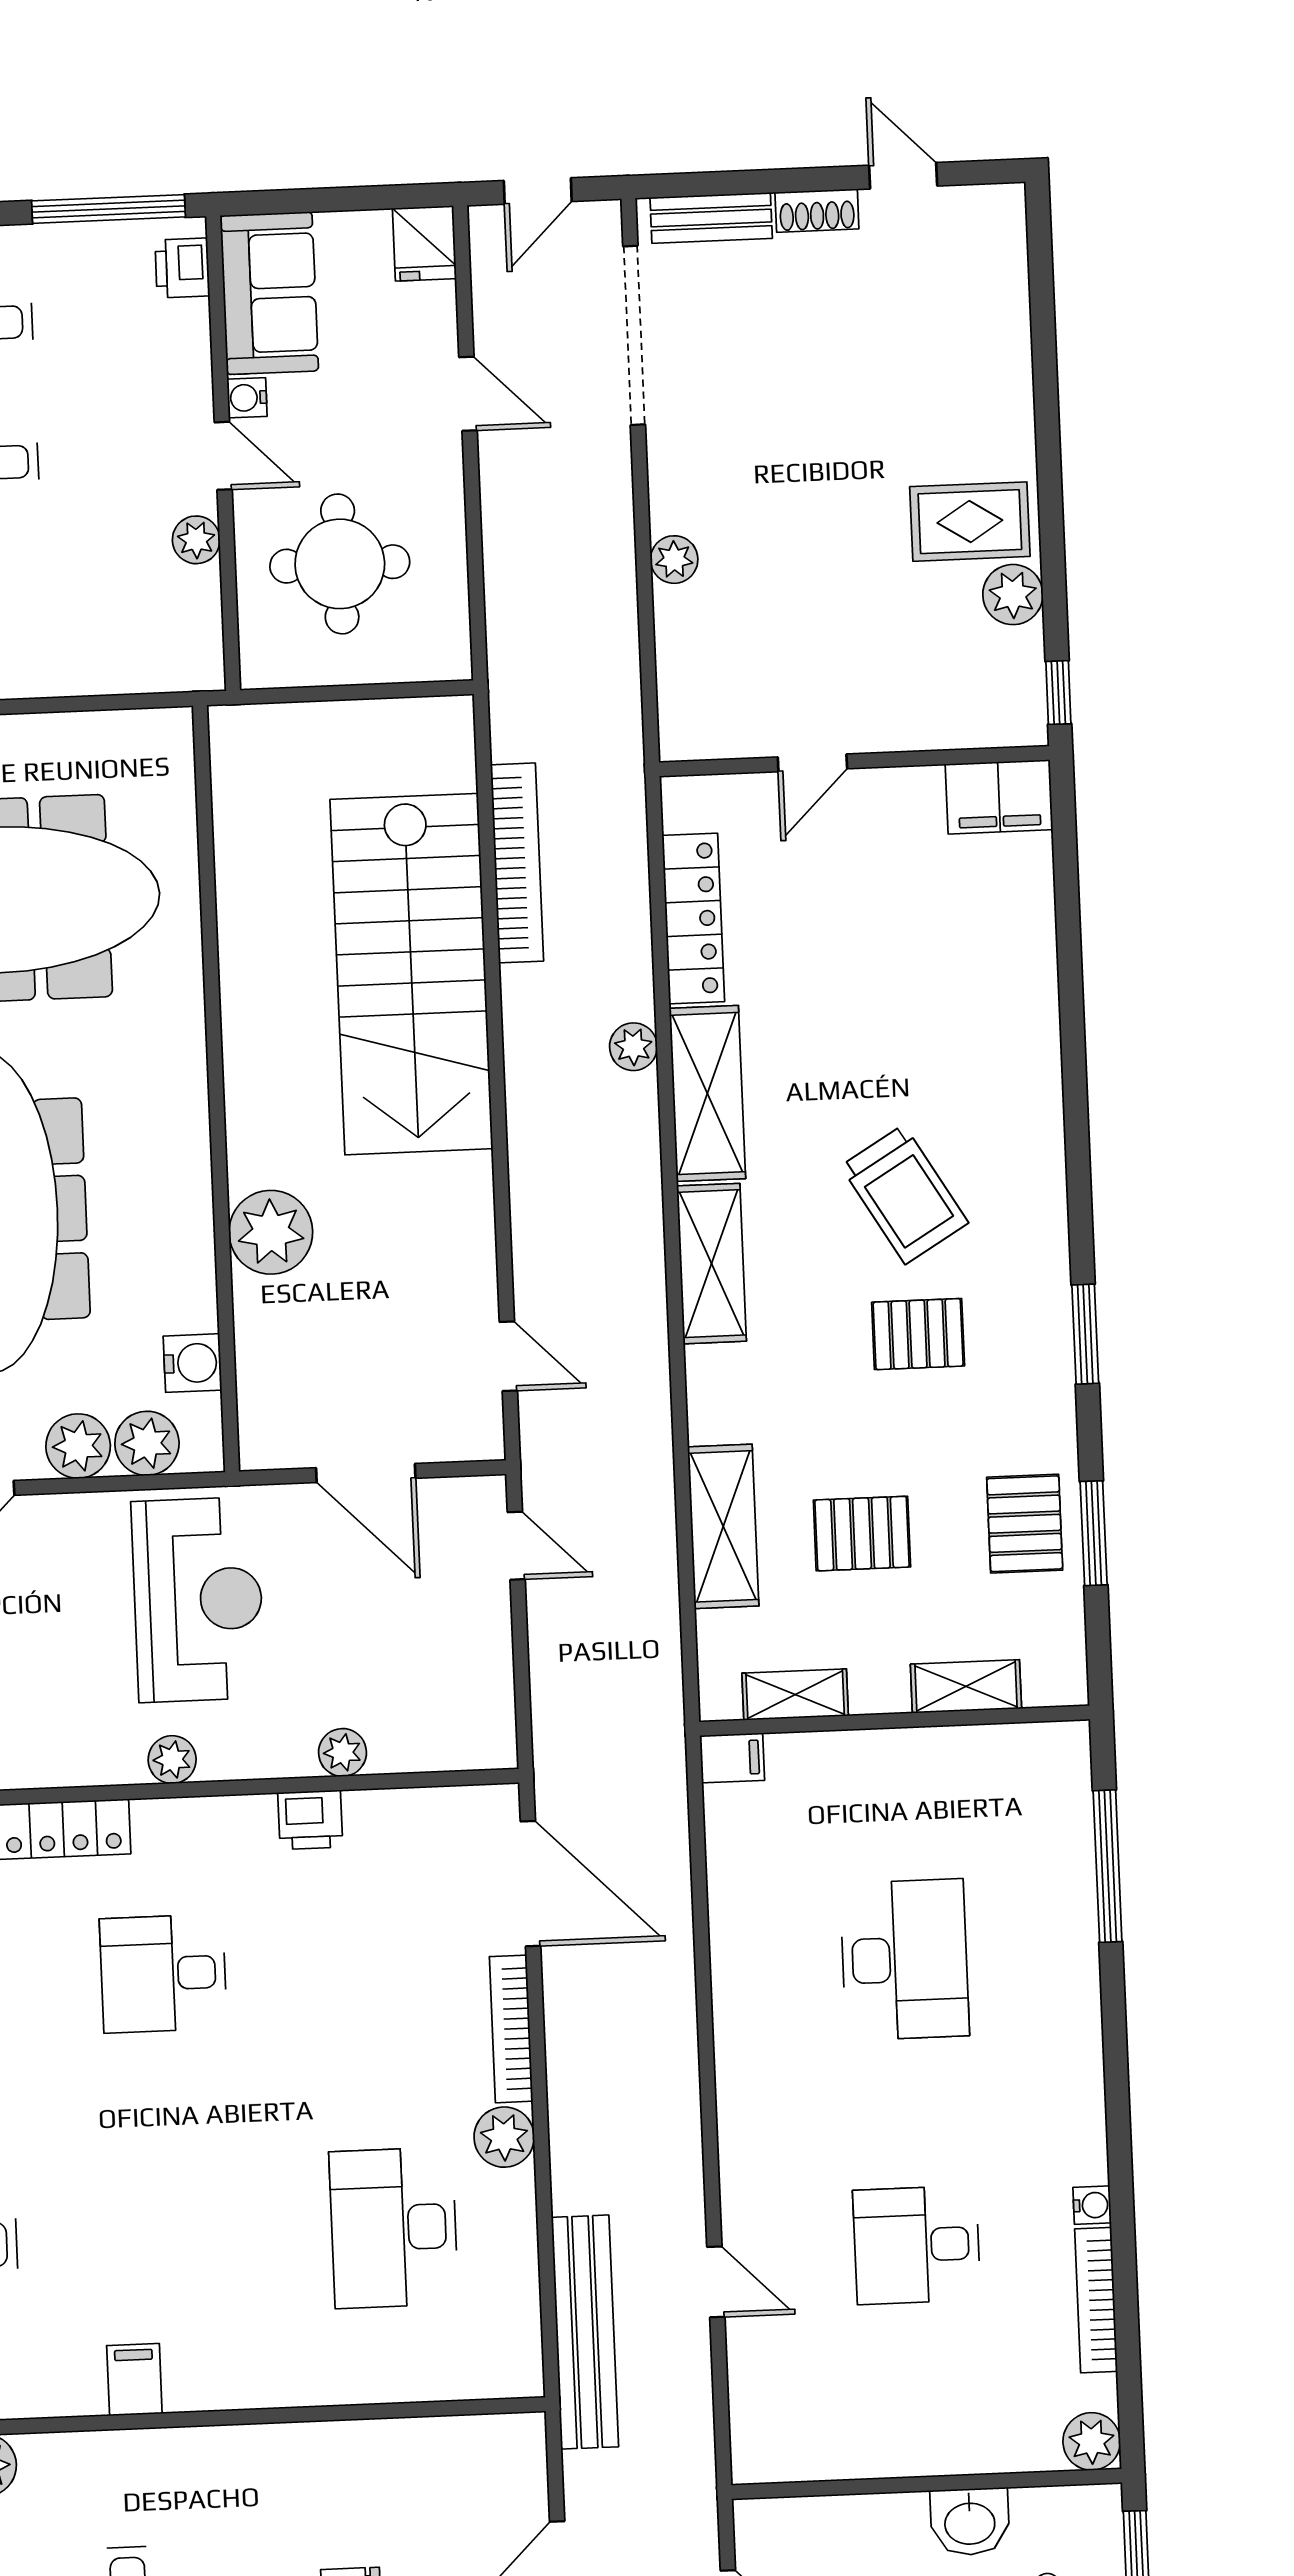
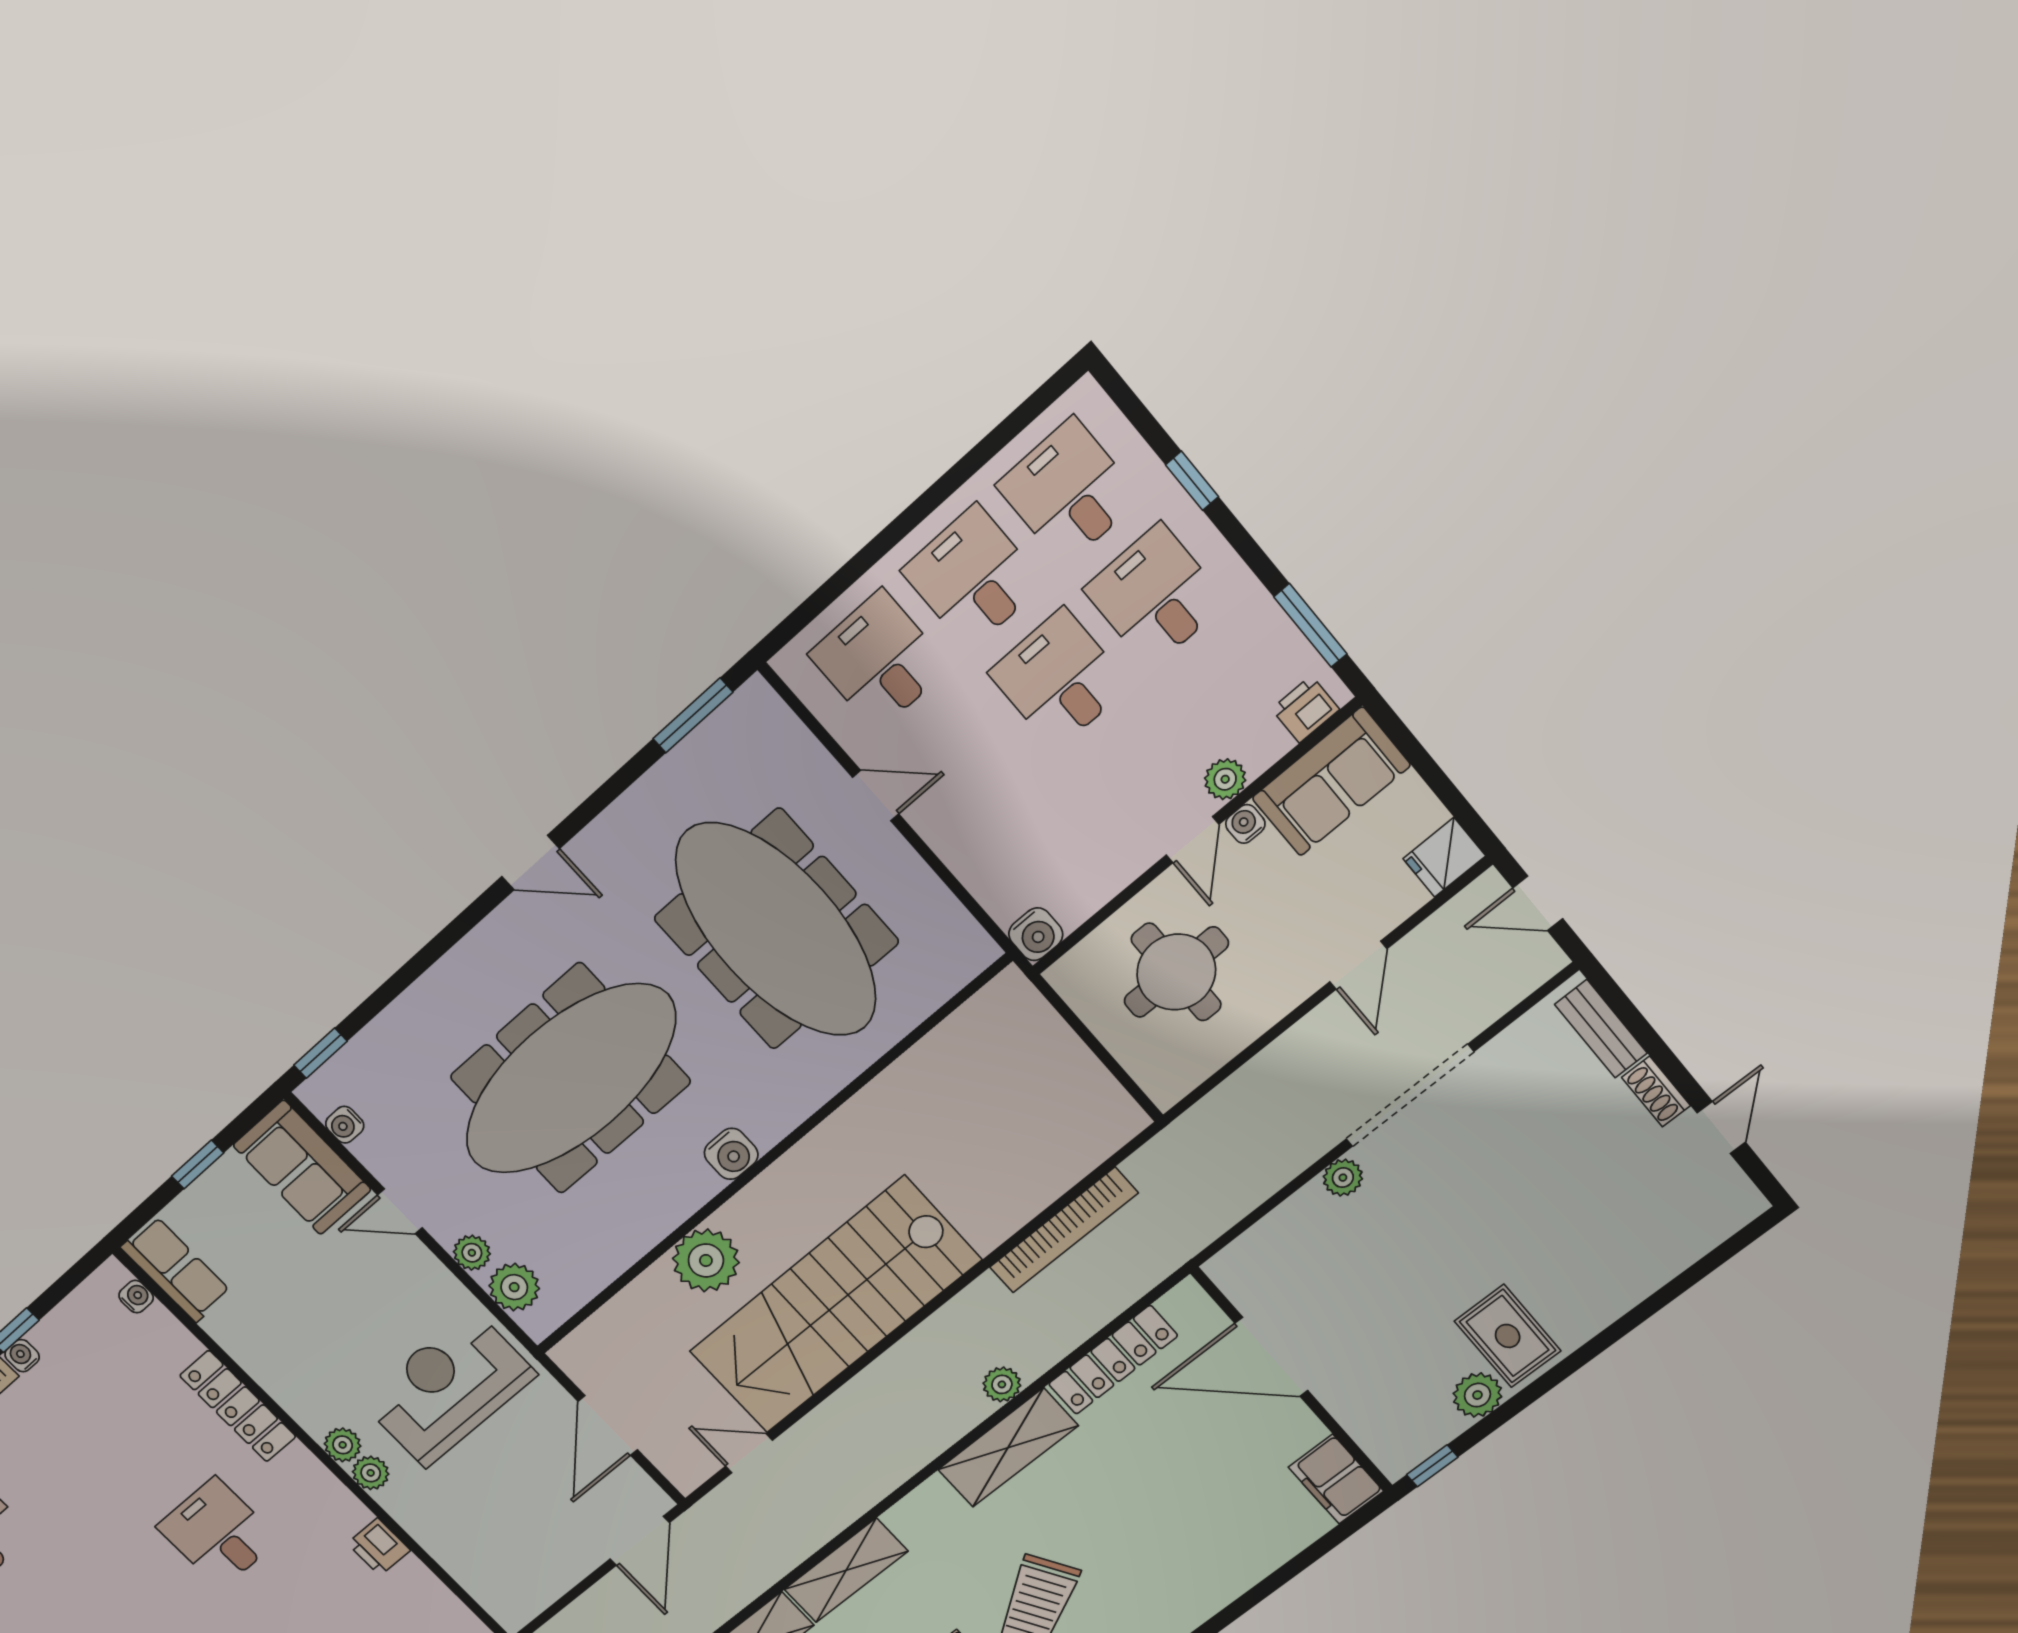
window: (109, 209) -> (1310, 625), width x0.69
doorway: (634, 335) -> (1410, 1096), moved
plant: (196, 540) -> (1225, 779), moved
water cooler: (198, 665) -> (1036, 934), added
door: (812, 763) -> (1271, 1357), width x1.88
stairs: (411, 974) -> (835, 1306), moved
shelving: (711, 1264) -> (846, 1570), moved
door: (508, 1356) -> (749, 1453), swing flipped
water cooler: (193, 1363) -> (731, 1154), moved
plant: (78, 1446) -> (472, 1253), width x0.73, depth x0.73
door: (516, 1546) -> (640, 1541), width x1.38
reception desk: (198, 1600) -> (448, 1388), turned 180
plant: (343, 1752) -> (371, 1473), moved

